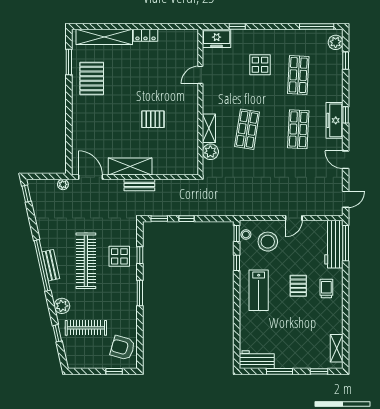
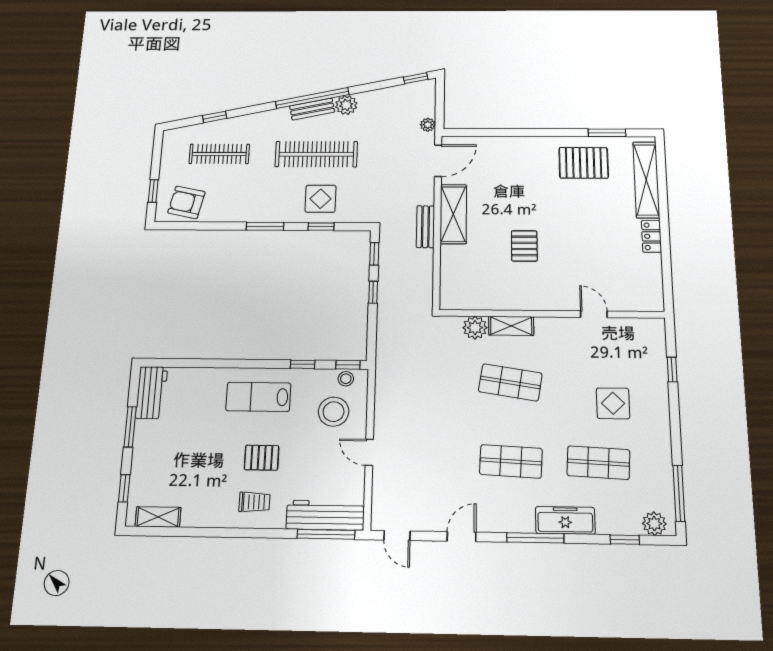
freezer: (217, 38) -> (652, 338), removed
window: (346, 115) -> (535, 538), width x2.17
freezer: (335, 120) -> (565, 520), moved
plant: (62, 306) -> (346, 105), moved
clothes rail: (86, 328) -> (219, 154), turned 90
armchair: (122, 348) -> (186, 202), turned -94

